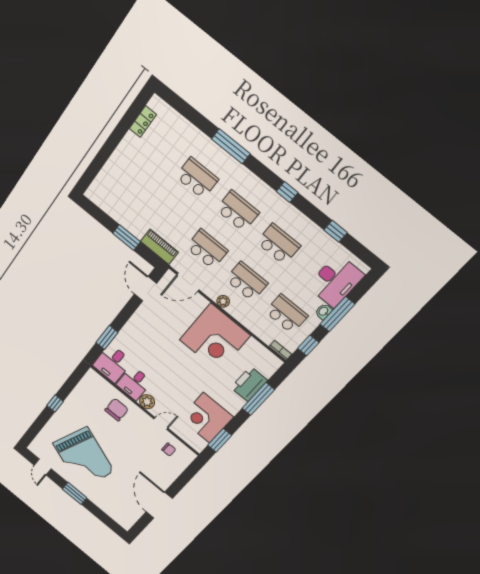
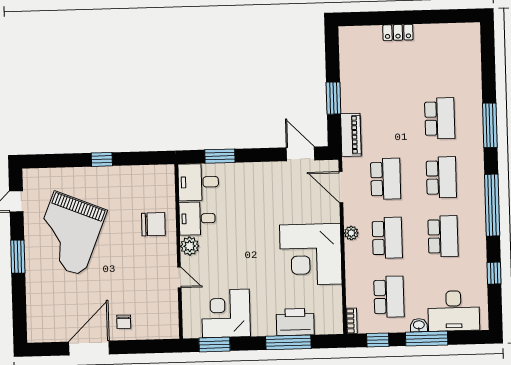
locker: (143, 122) -> (398, 32), moved
window: (287, 192) -> (492, 205), width x3.17
door: (145, 289) -> (300, 154), hinge flipped
chair: (169, 450) -> (124, 322), moved

